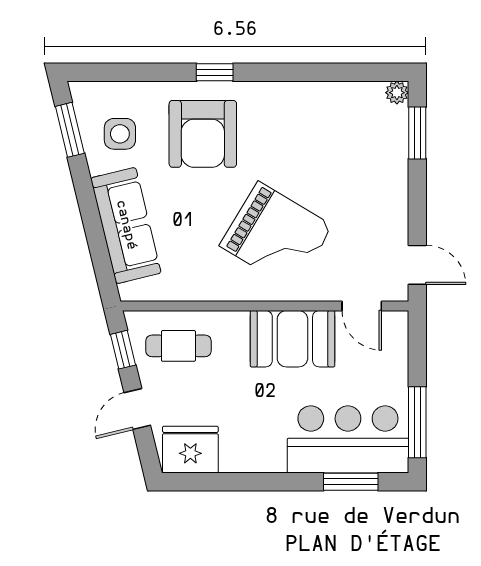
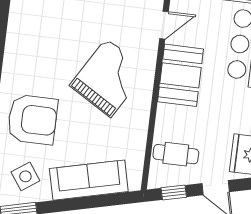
side table: (120, 134) -> (25, 176), turned -35
cafe table: (178, 346) -> (176, 154), turned 90

